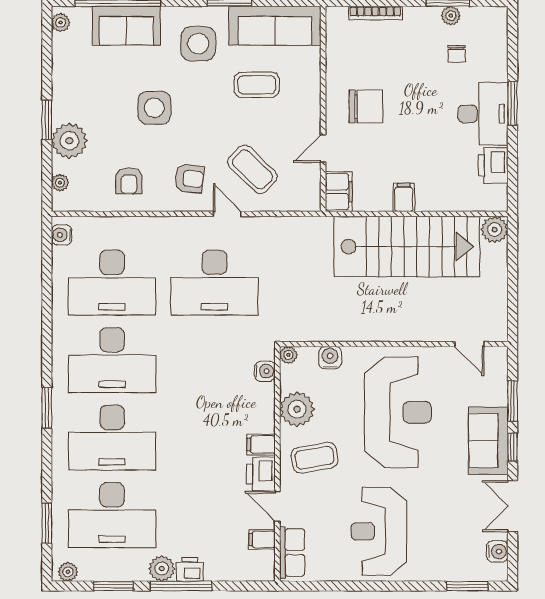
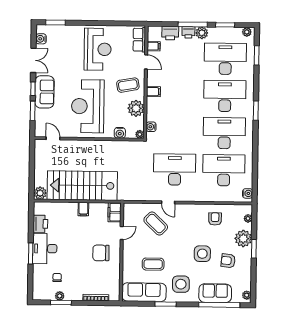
armchair: (189, 178) -> (228, 261), moved
printer: (261, 474) -> (170, 33), moved, turned 90

